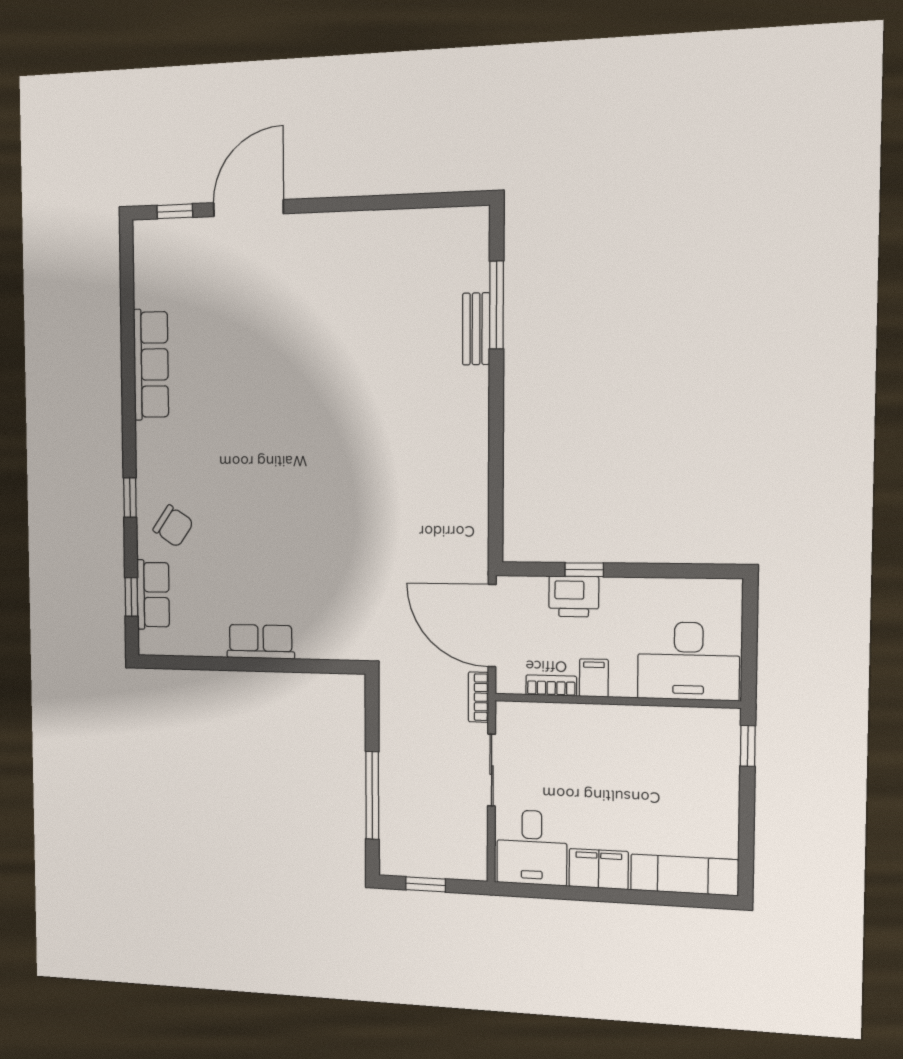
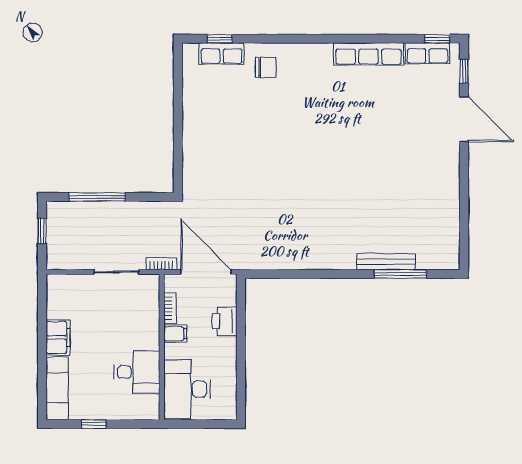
bench: (476, 329) -> (386, 262), width x1.36
window: (130, 497) -> (437, 39), moved
chair: (173, 526) -> (266, 68), turned -124
window: (584, 570) -> (241, 327), removed
door: (492, 626) -> (206, 272), hinge flipped
row of seats: (261, 642) -> (427, 53), moved, turned 90
window: (748, 746) -> (94, 424), moved
desk: (532, 848) -> (137, 372), moved, turned 180

